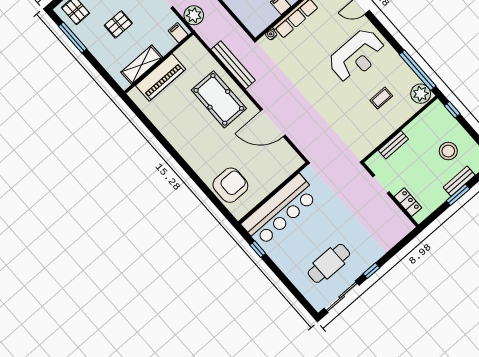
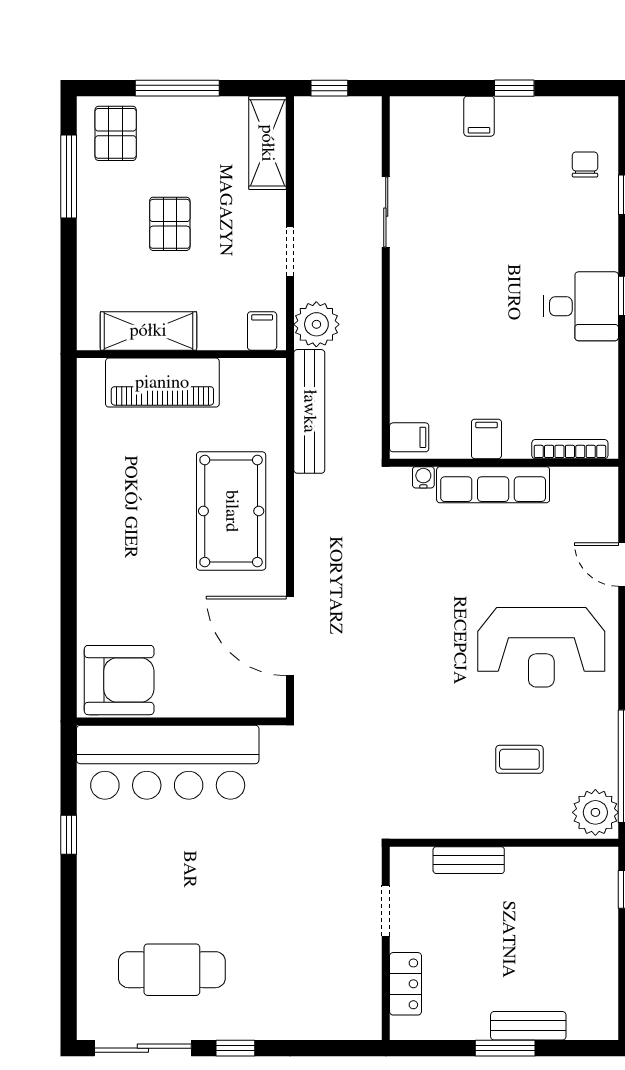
pallet: (118, 24) -> (170, 224), turned 90
filing cabinet: (255, 26) -> (409, 437), added
bench: (233, 65) -> (309, 411), moved
stool: (448, 151) -> (555, 956), removed
wall: (273, 193) -> (181, 721), moved
bar counter: (280, 210) -> (168, 762), moved

